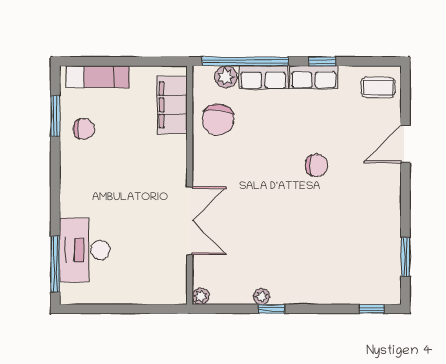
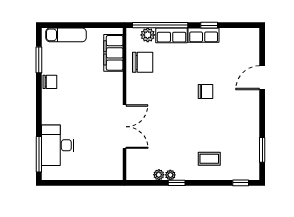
coffee table: (378, 87) -> (209, 159), moved
chair: (218, 120) -> (143, 62), turned -96
chair: (84, 129) -> (50, 82), moved
plant: (201, 296) -> (159, 175), moved

